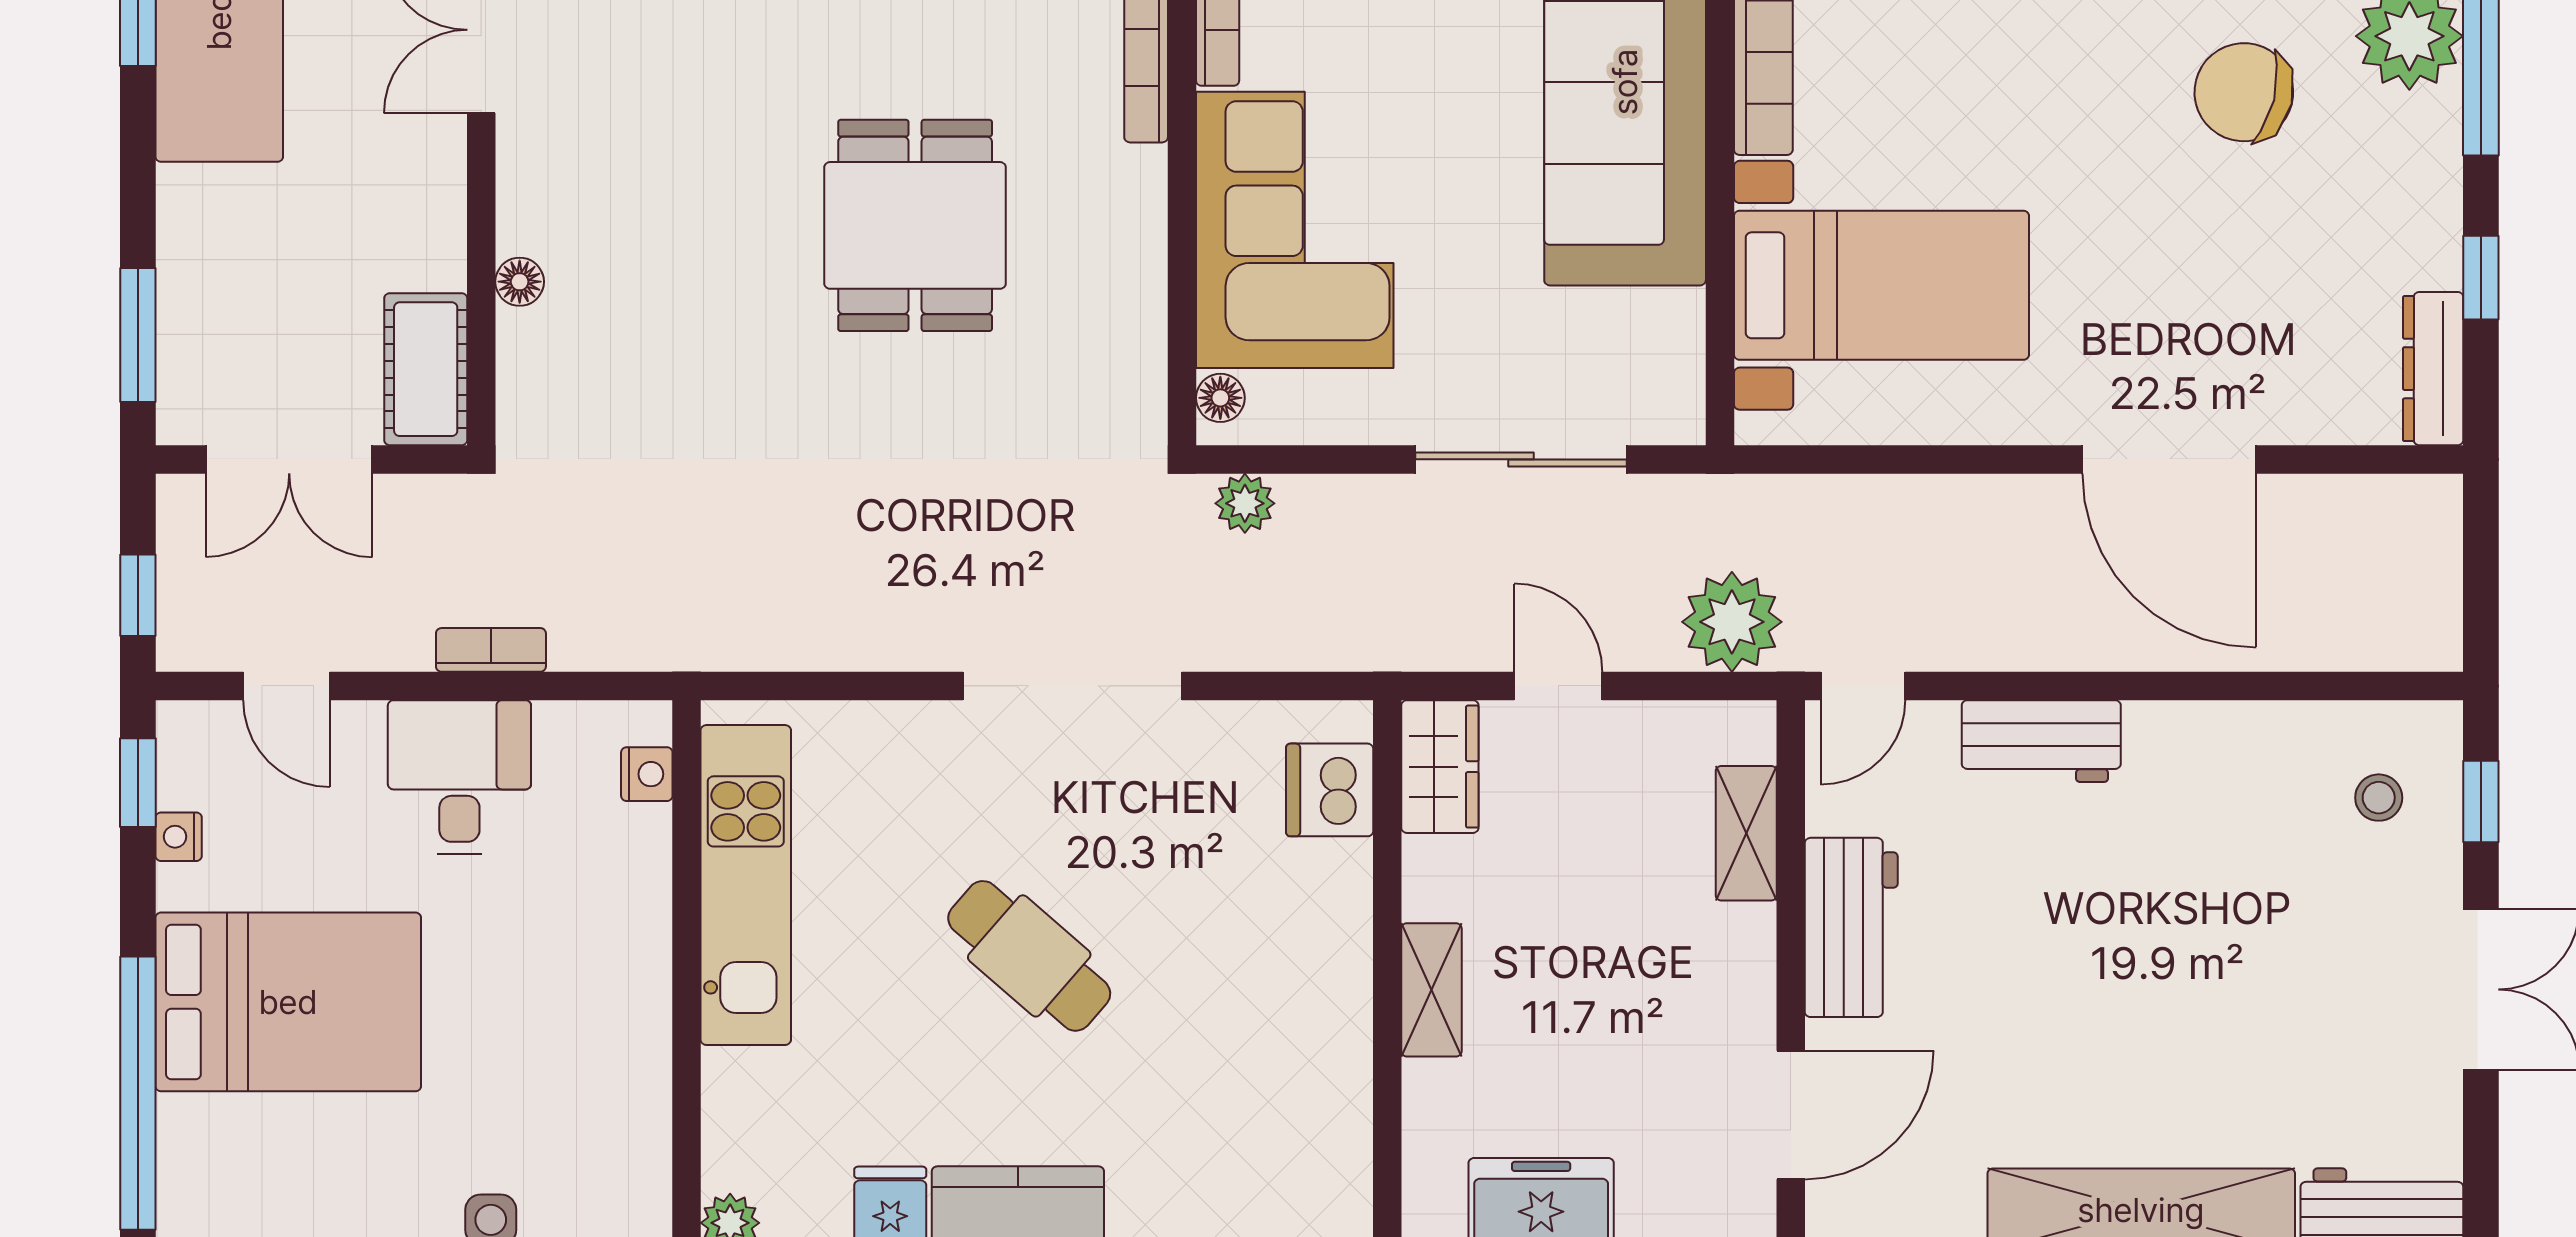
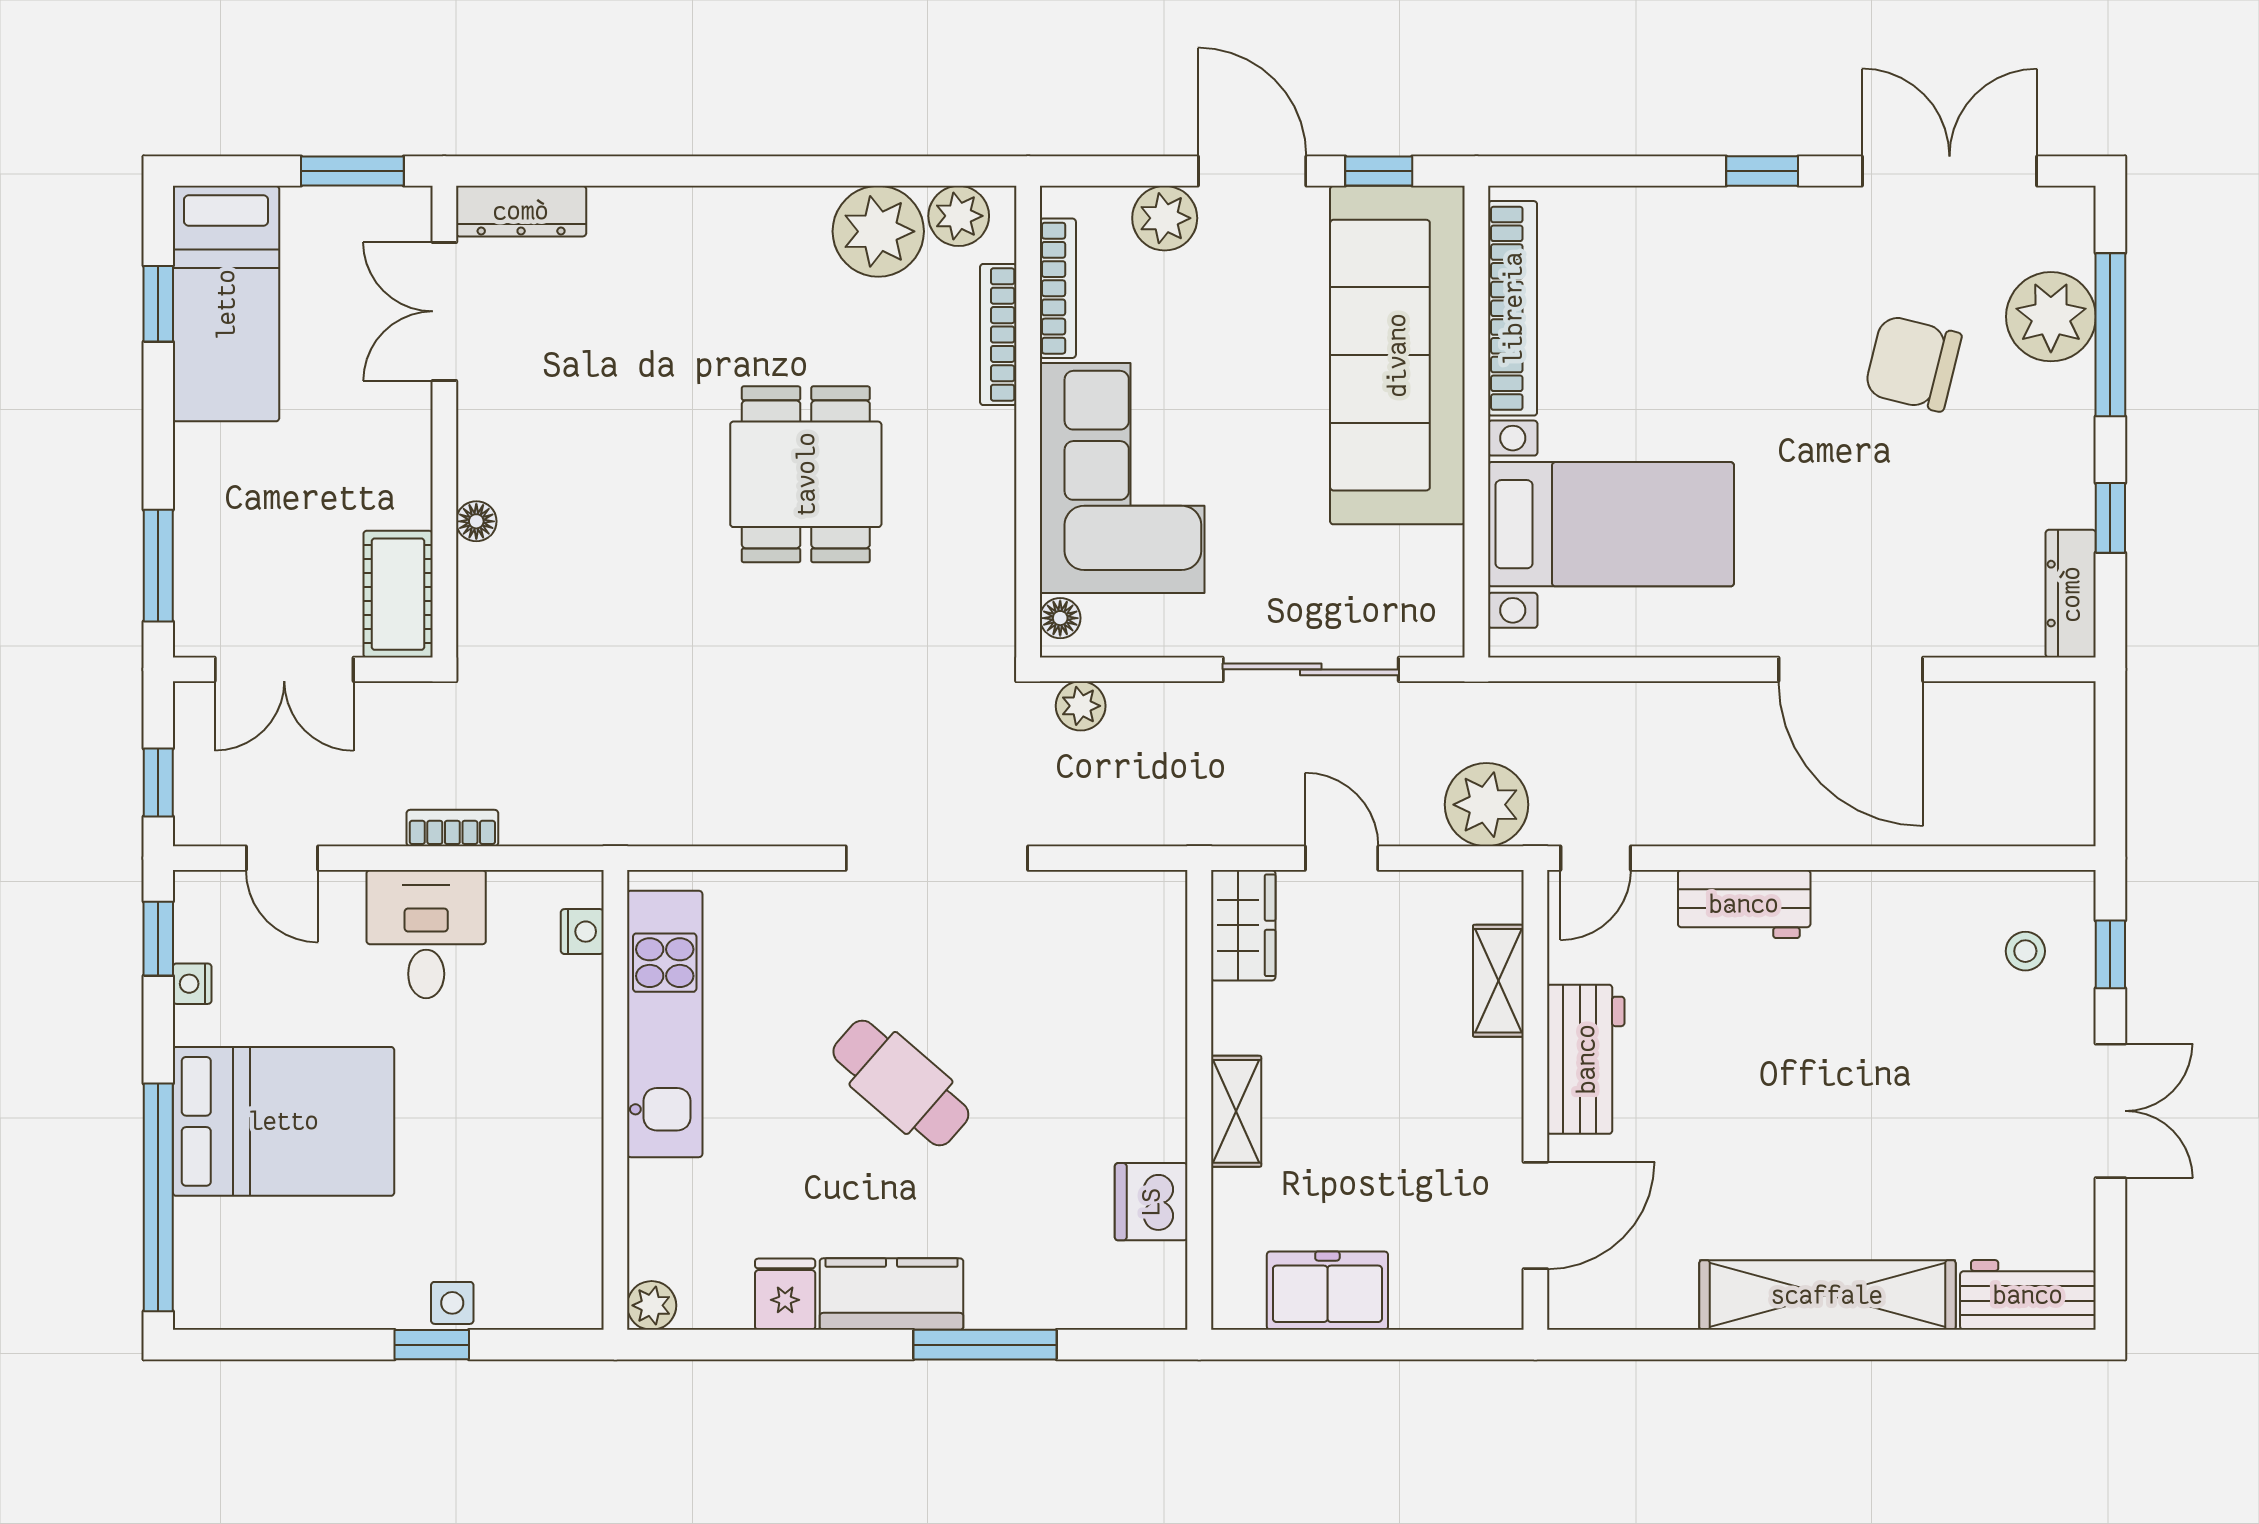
dishwasher: (1330, 790) -> (1151, 1202), moved

